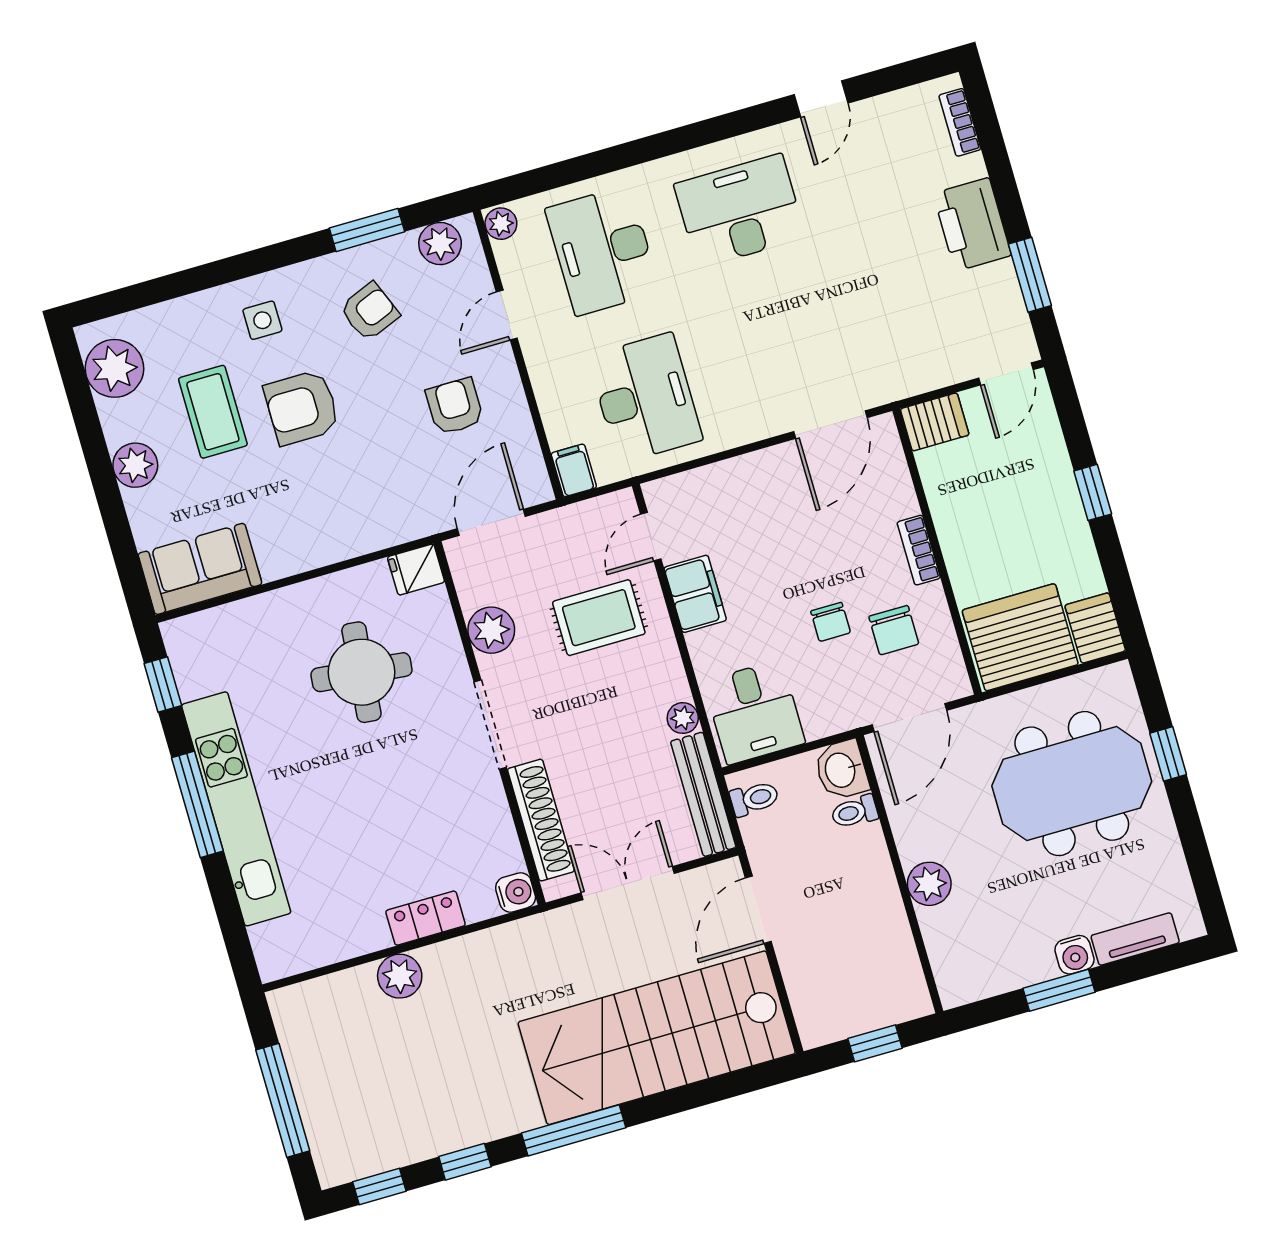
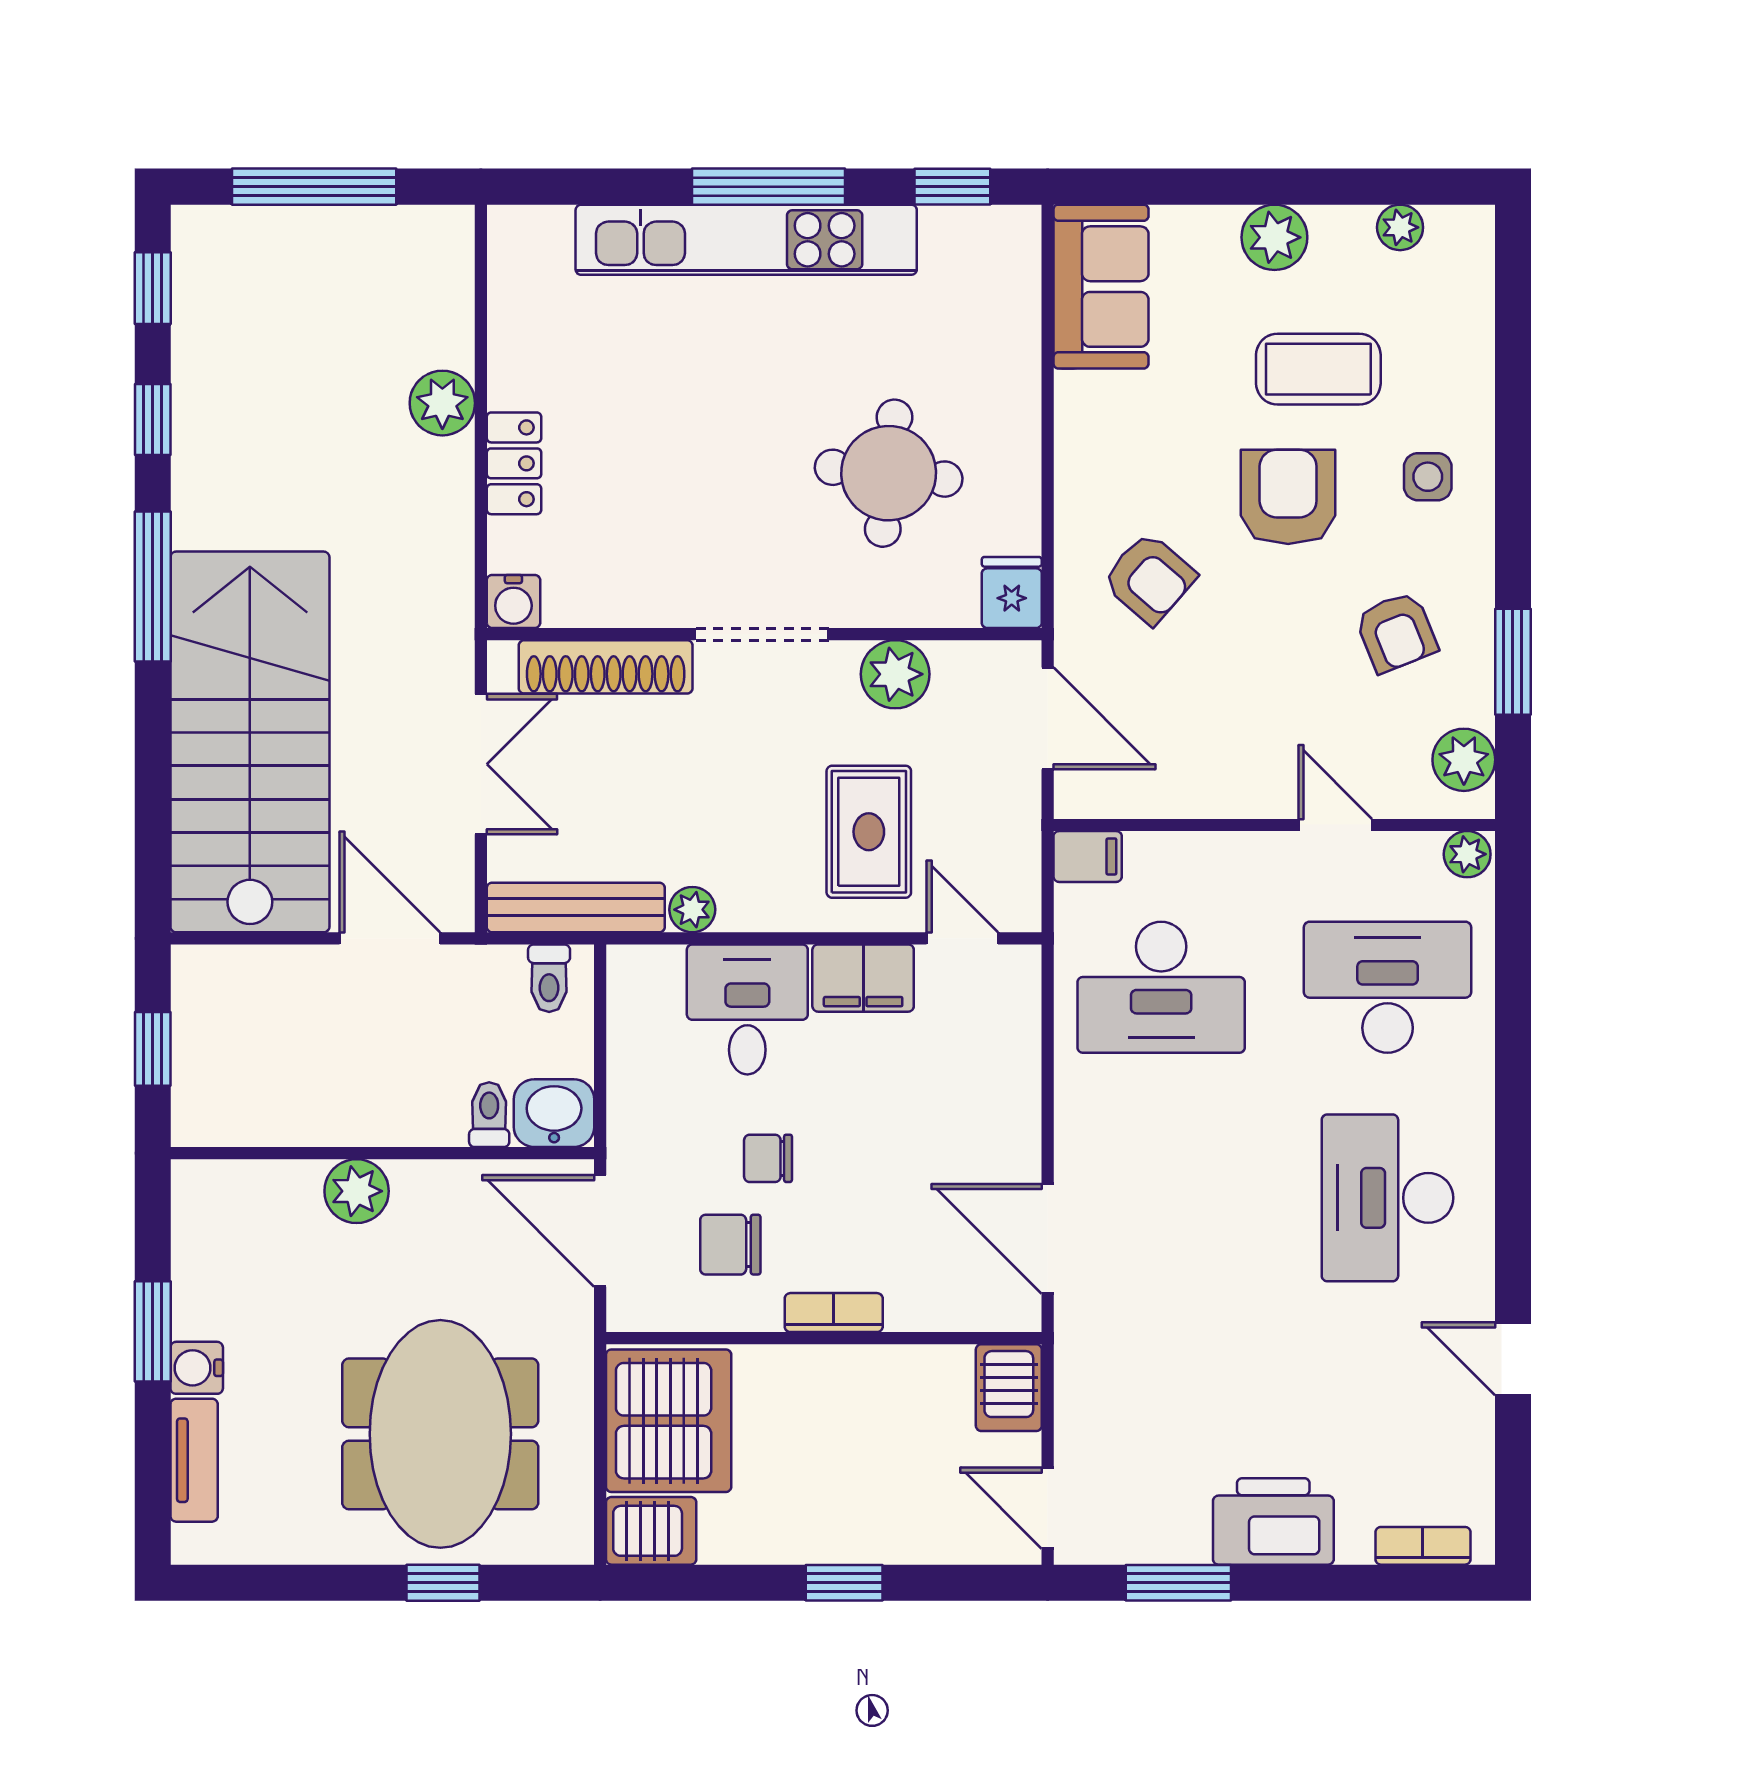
desk: (740, 211) -> (1388, 1198), turned 180
plant: (114, 368) -> (1400, 227), width x0.53, depth x0.53
armchair: (455, 406) -> (1149, 578), moved, turned 41
desk: (754, 712) -> (747, 1009), moved, turned 90

